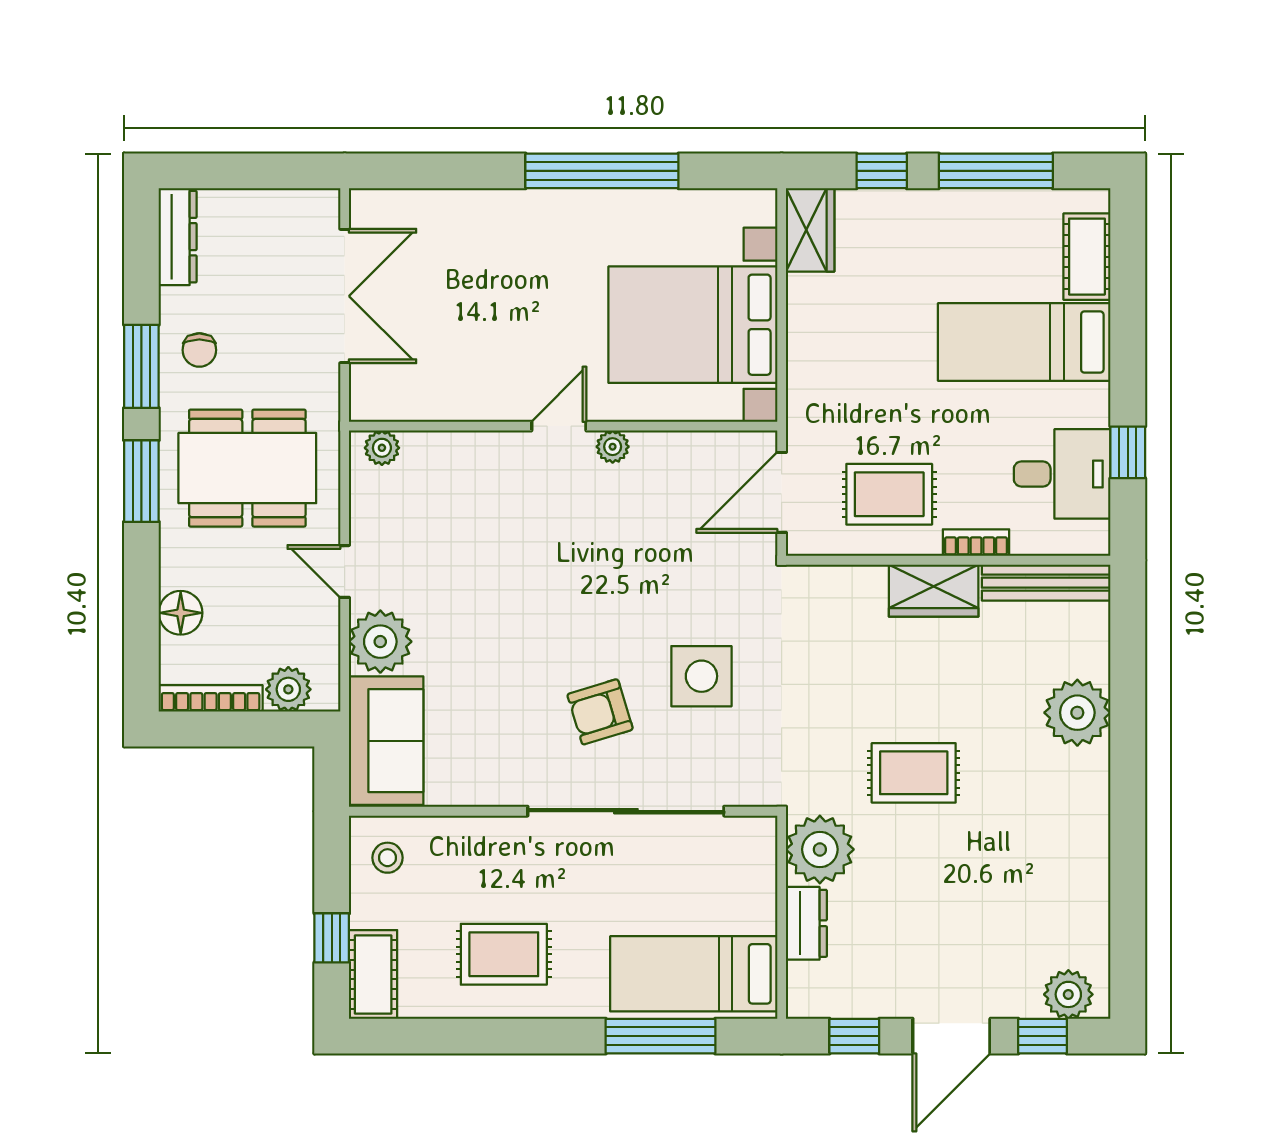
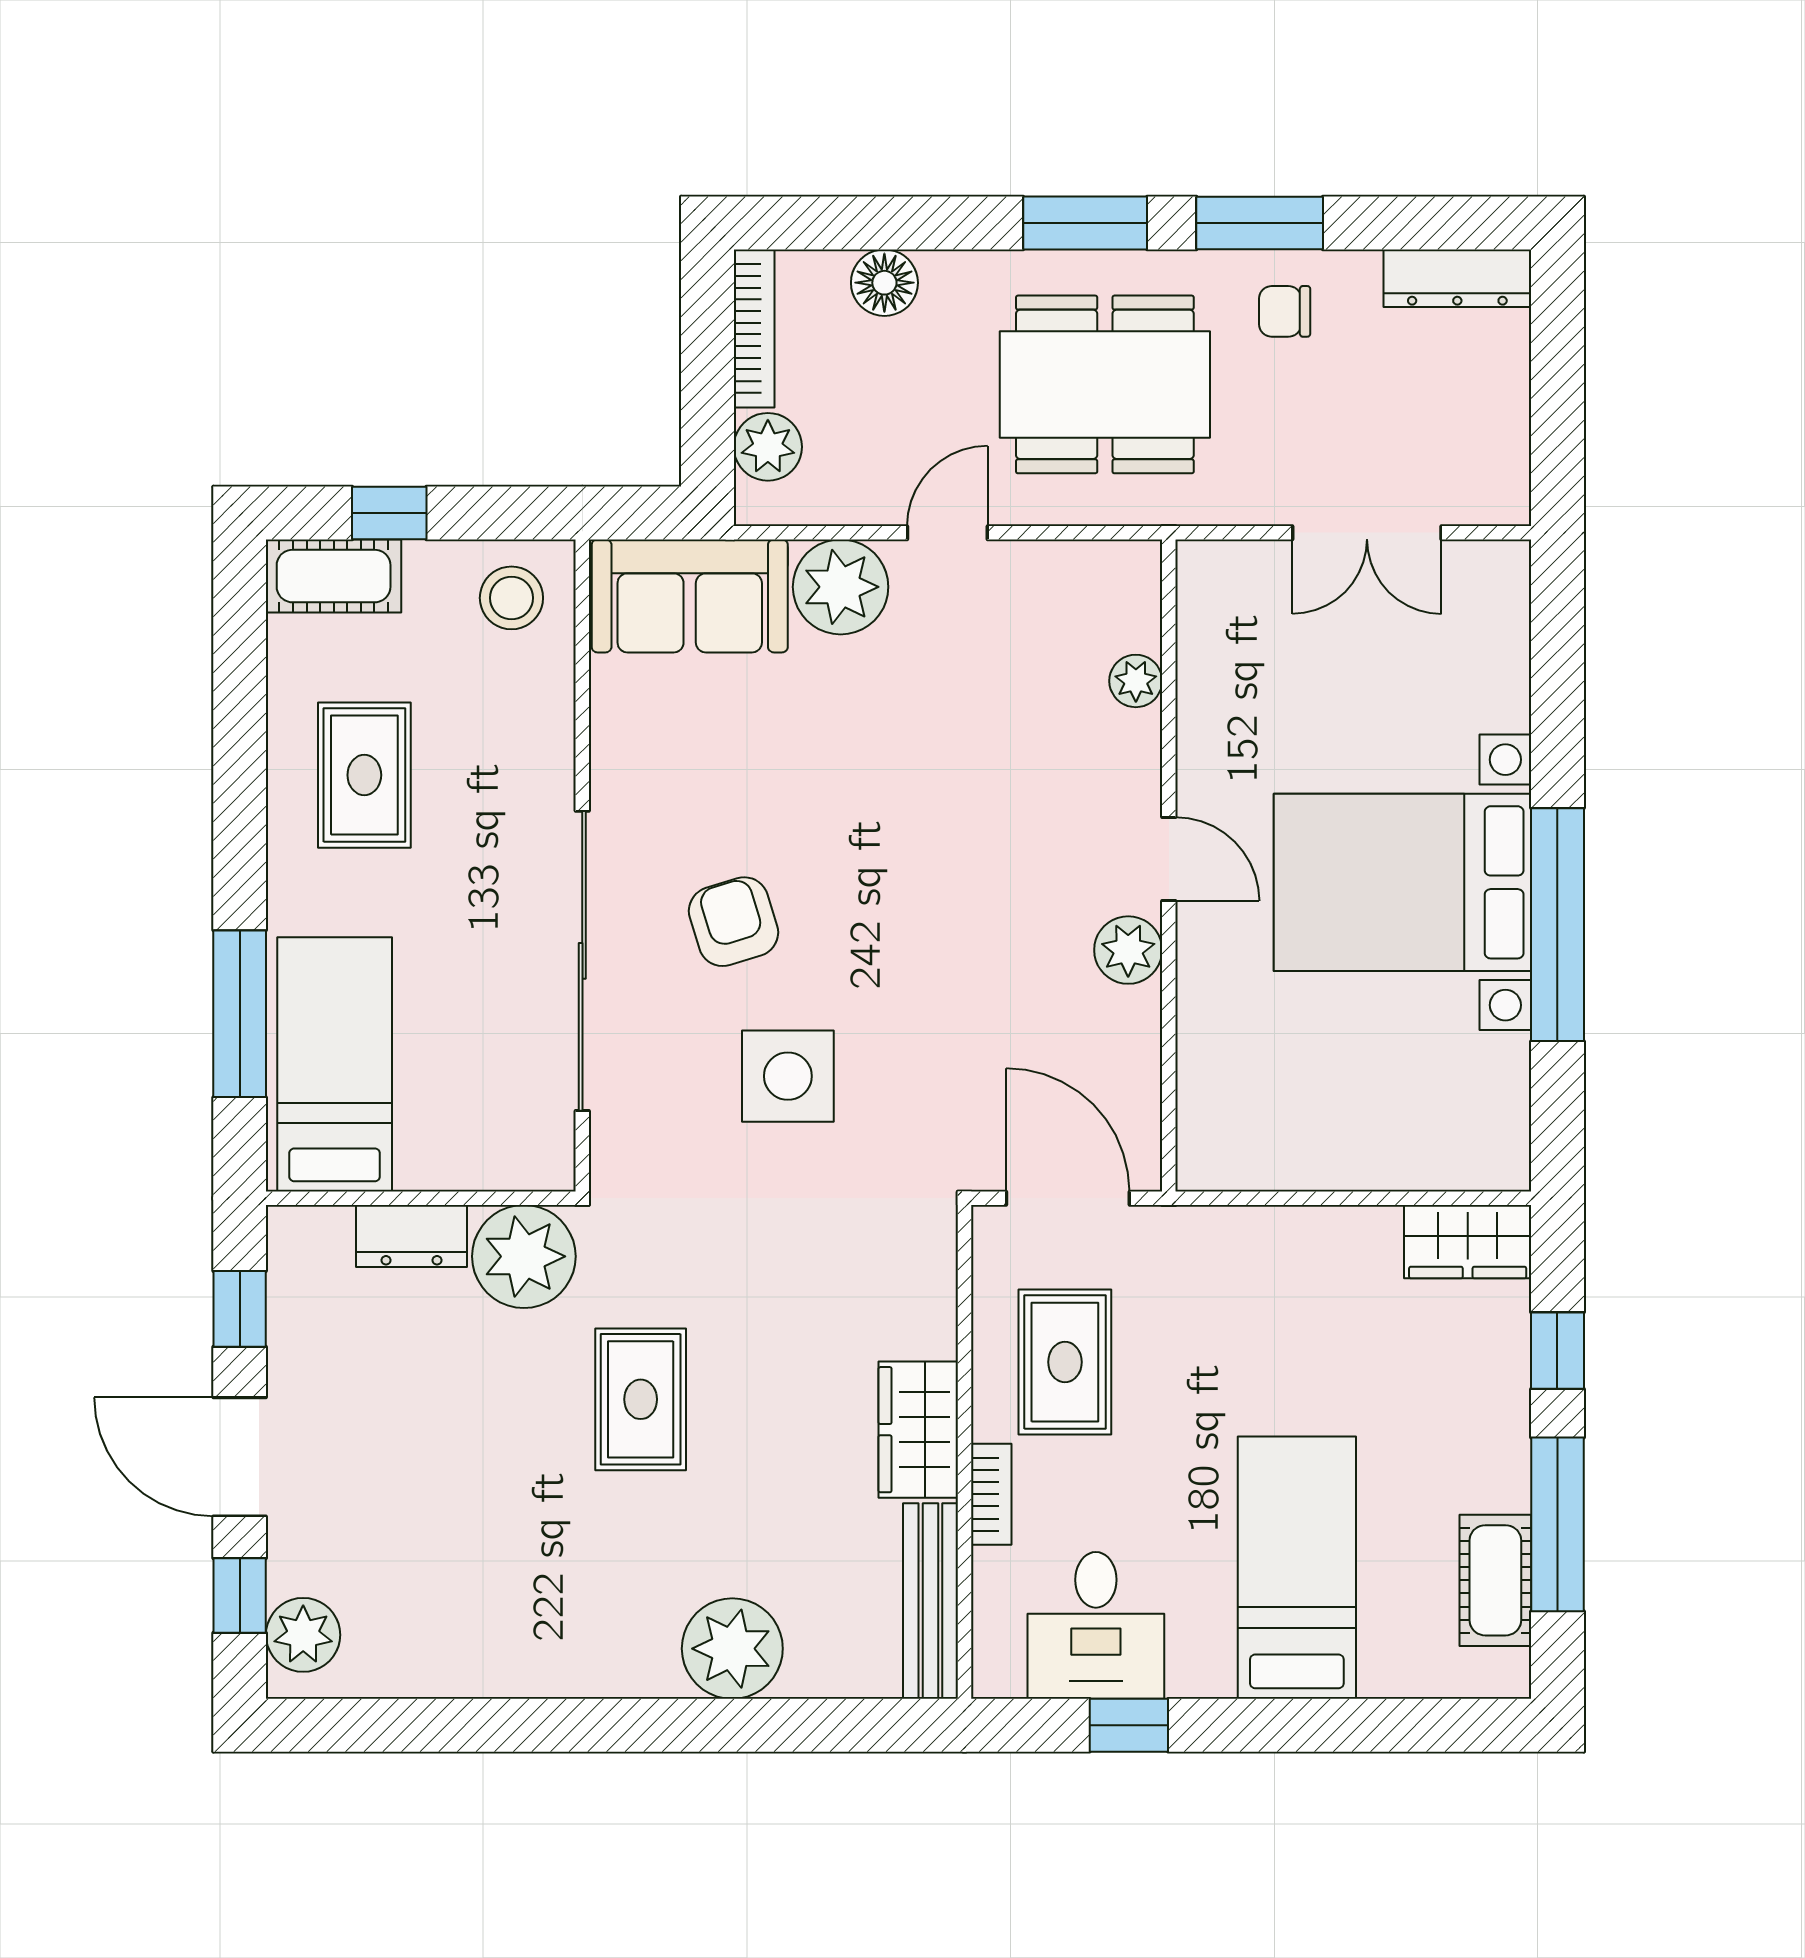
cot: (1087, 257) -> (1495, 1580), moved, turned 90
double door: (345, 296) -> (1367, 533), width x0.73
bed with nightstands: (693, 325) -> (1403, 882), moved, turned -90
plant: (613, 447) -> (1128, 950), width x1.38, depth x1.38
plant: (382, 448) -> (1136, 681), moved
dining table: (247, 468) -> (1105, 384), turned 90
stool: (388, 858) -> (511, 598), width x1.37, depth x1.37

